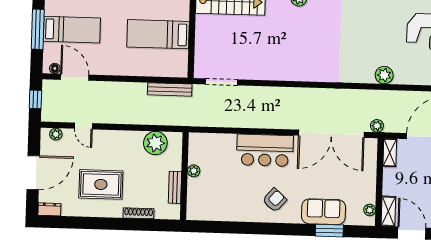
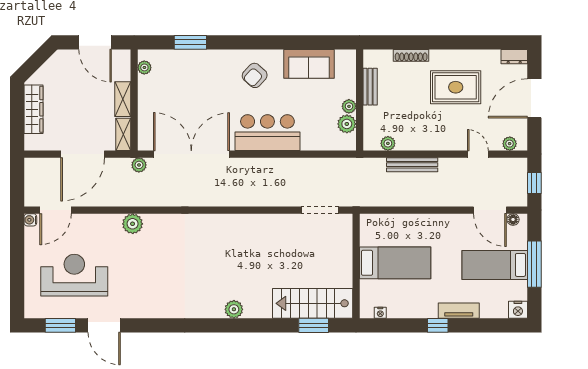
bench: (170, 89) -> (412, 165), moved
plant: (155, 143) -> (388, 143), width x0.53, depth x0.53
plant: (196, 156) -> (347, 124), added
shelving: (388, 211) -> (123, 99), moved
sofa: (323, 212) -> (309, 64), moved

